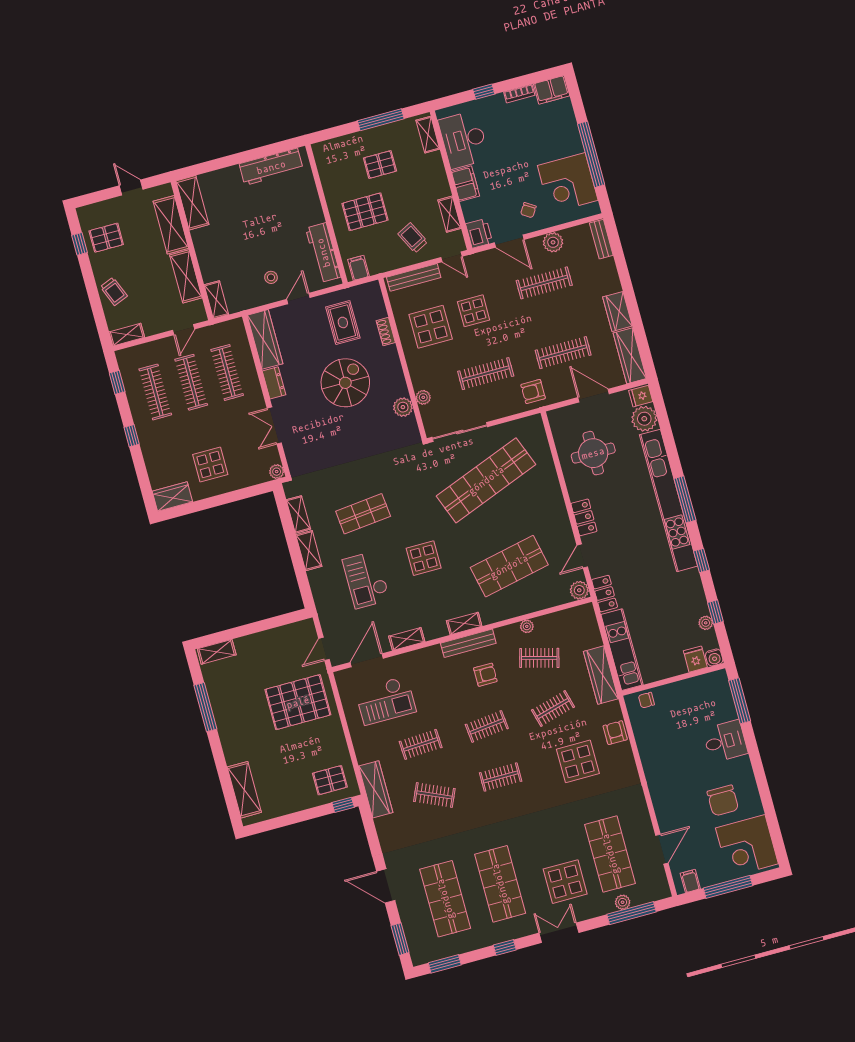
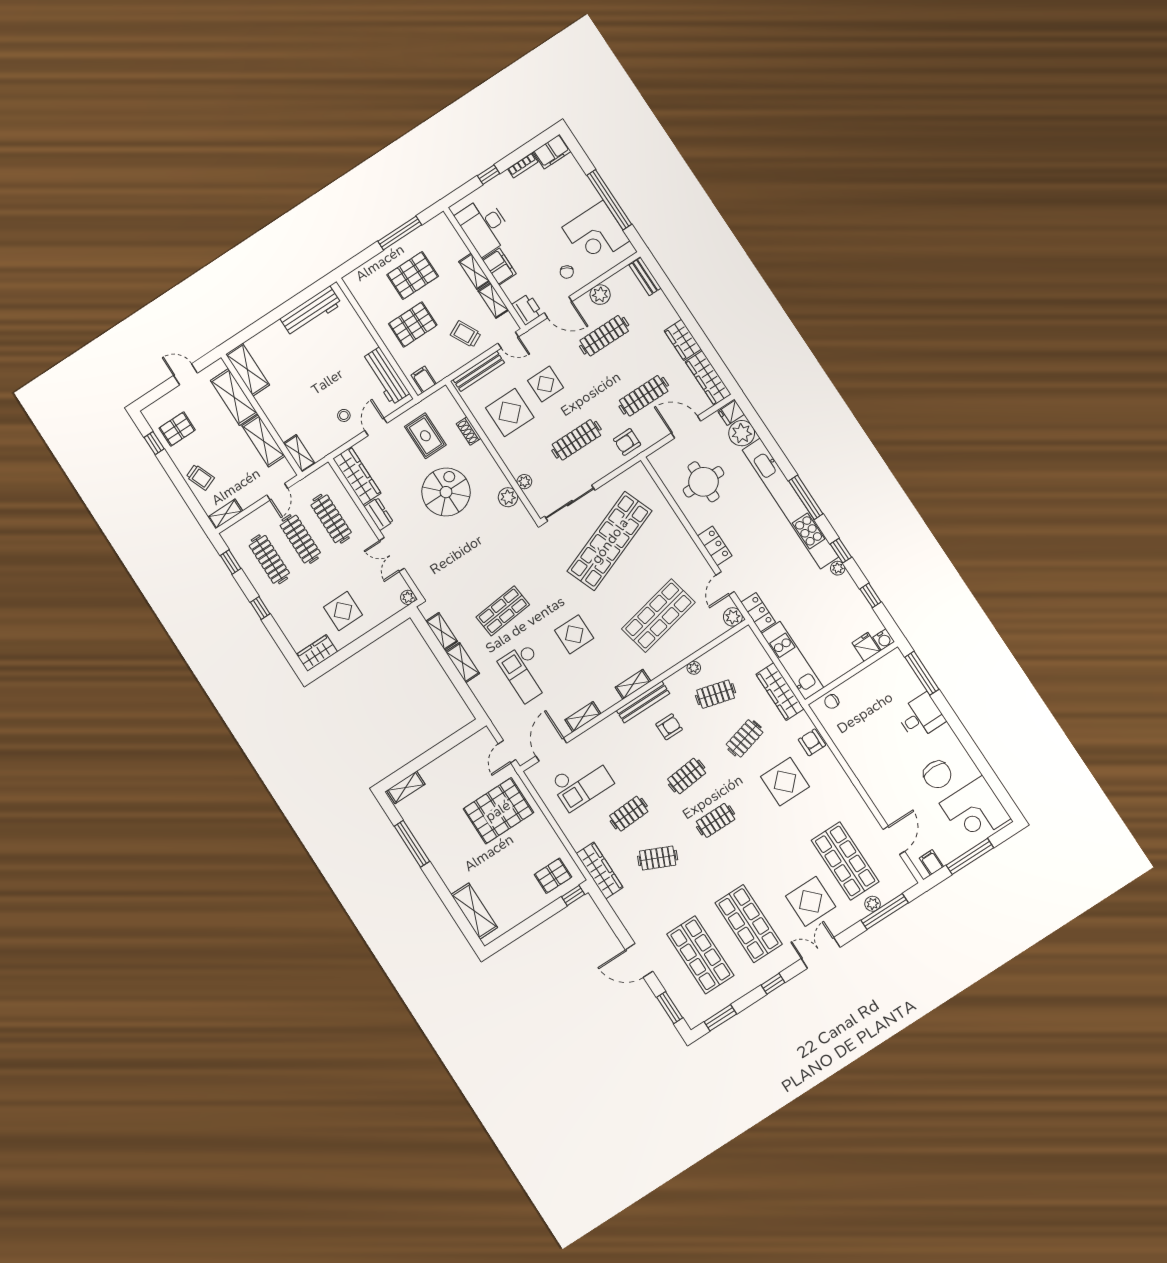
shelving: (428, 135) -> (474, 271), moved
pallet: (380, 165) -> (413, 275), width x1.50, depth x1.42
plant: (706, 623) -> (838, 568), moved

